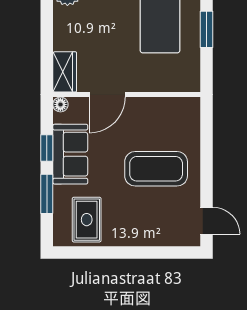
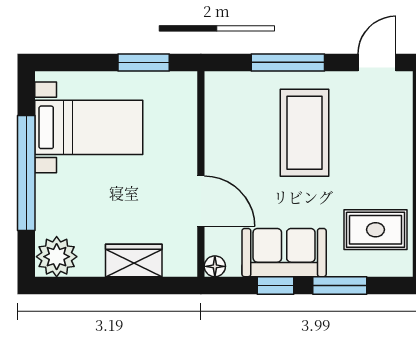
window: (206, 29) -> (144, 62), moved
wardrobe: (65, 72) -> (134, 260), moved
window: (206, 157) -> (288, 62), added

